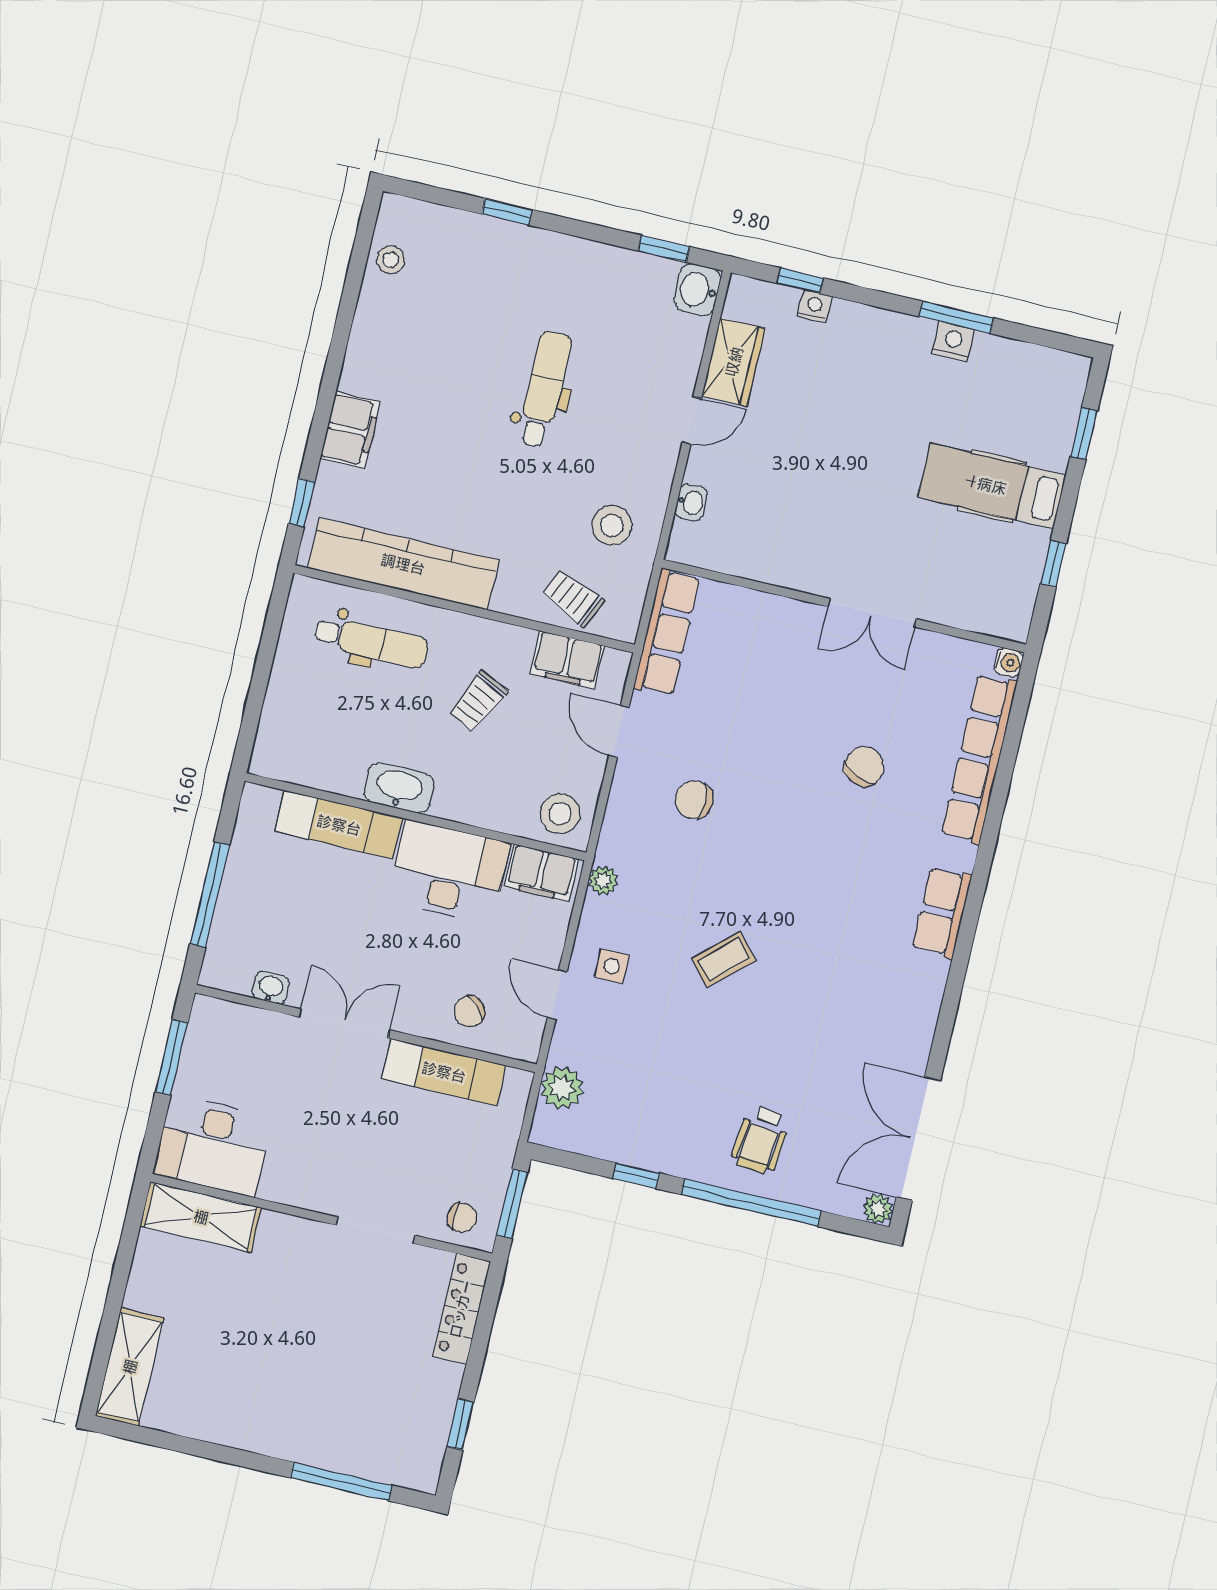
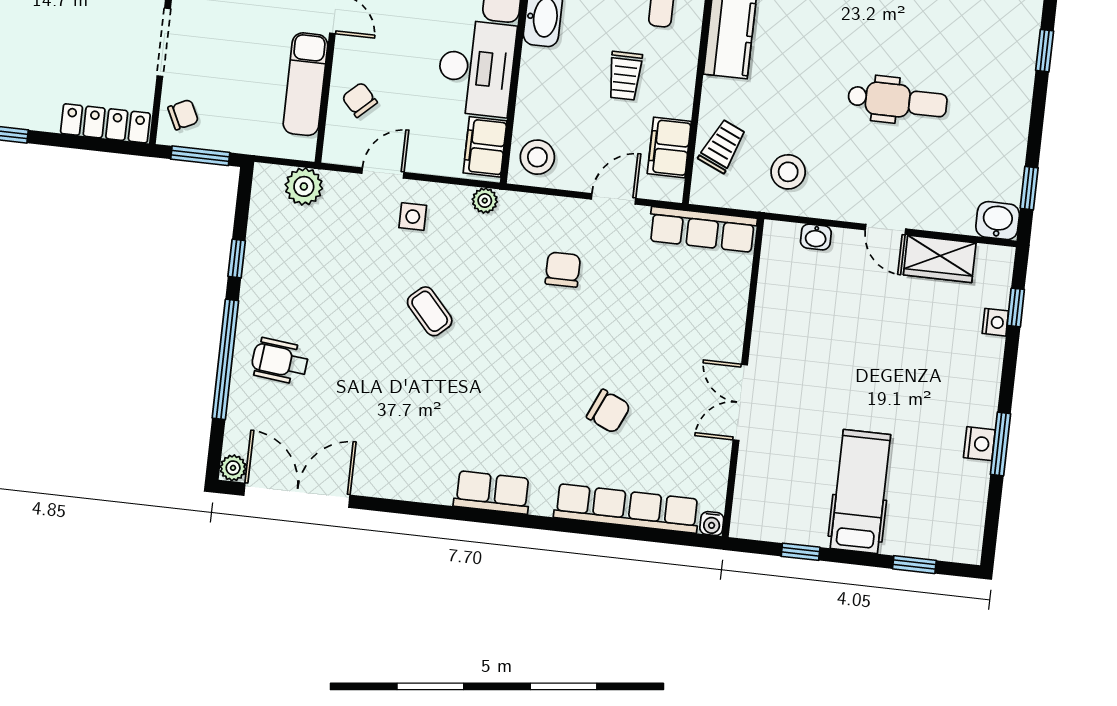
trolley: (478, 701) -> (625, 76), turned -116
chair: (462, 1218) -> (183, 115), turned -116

